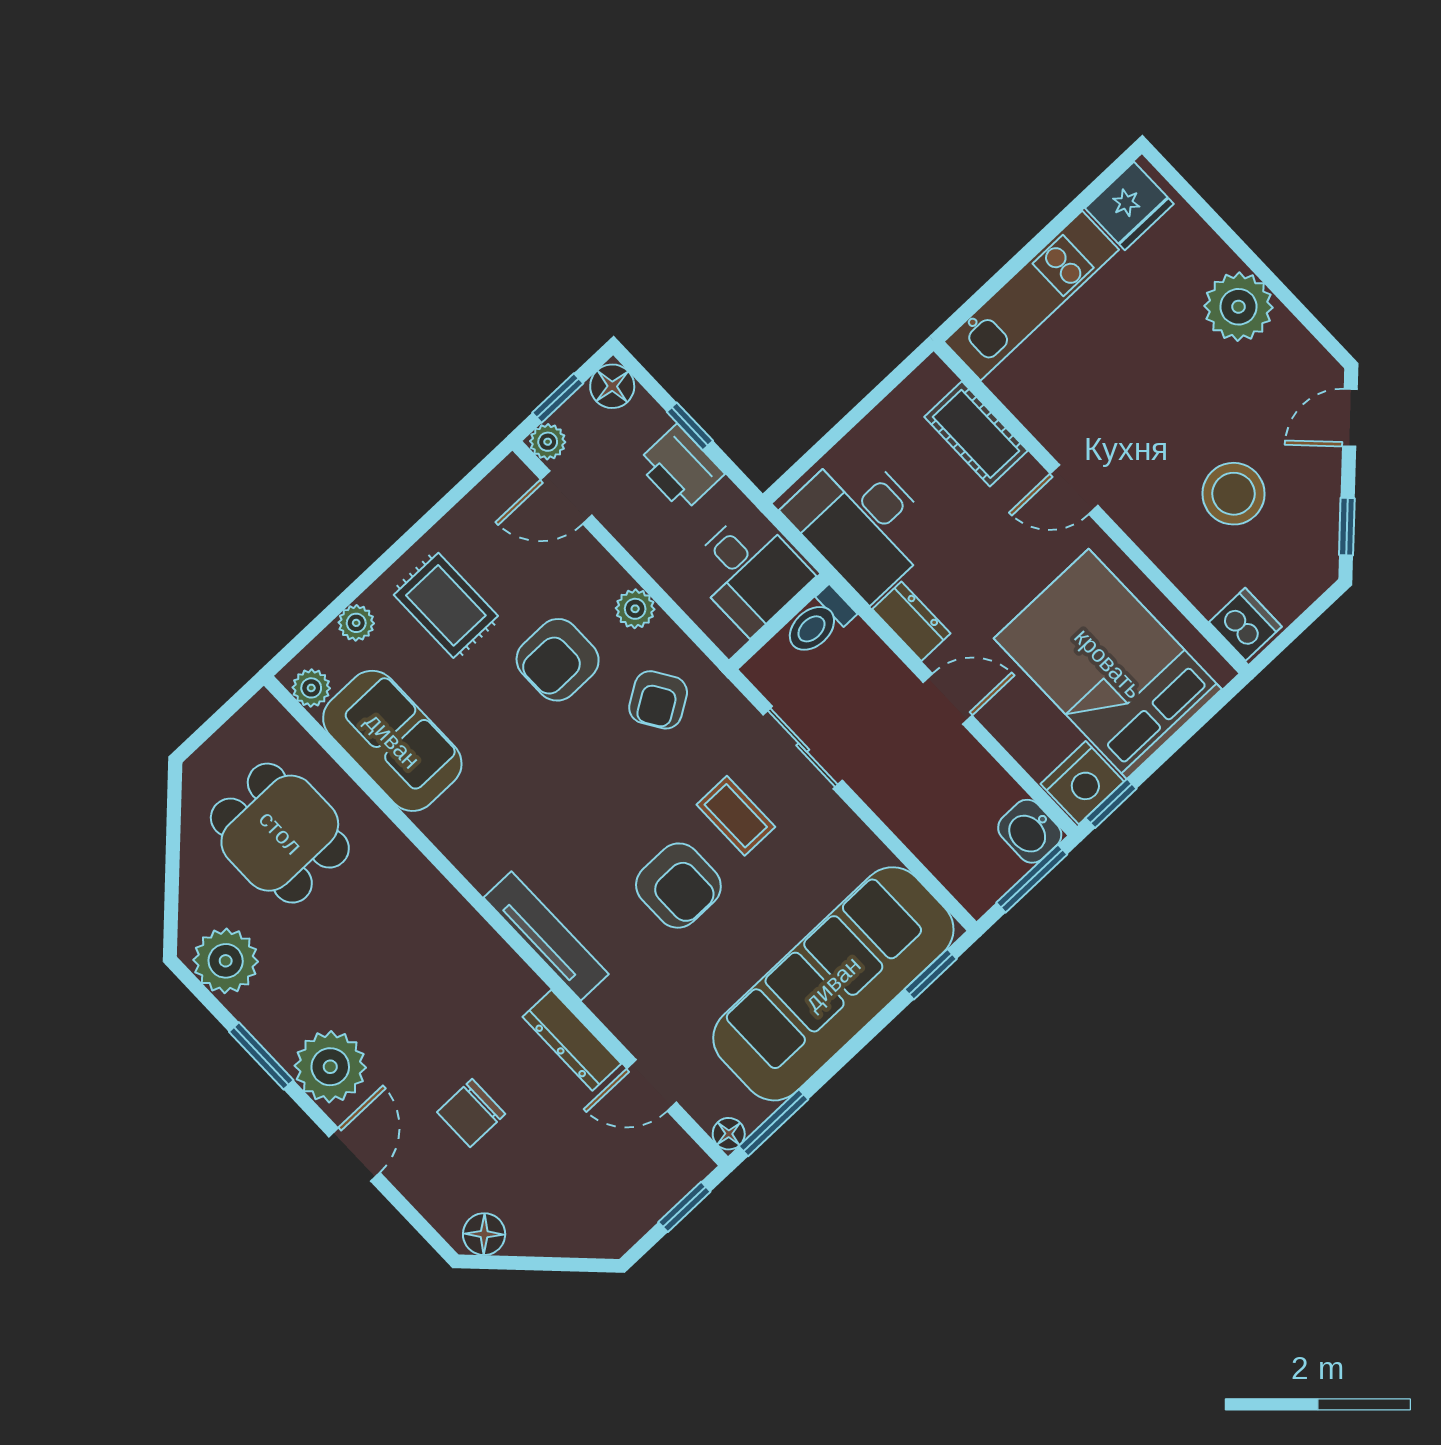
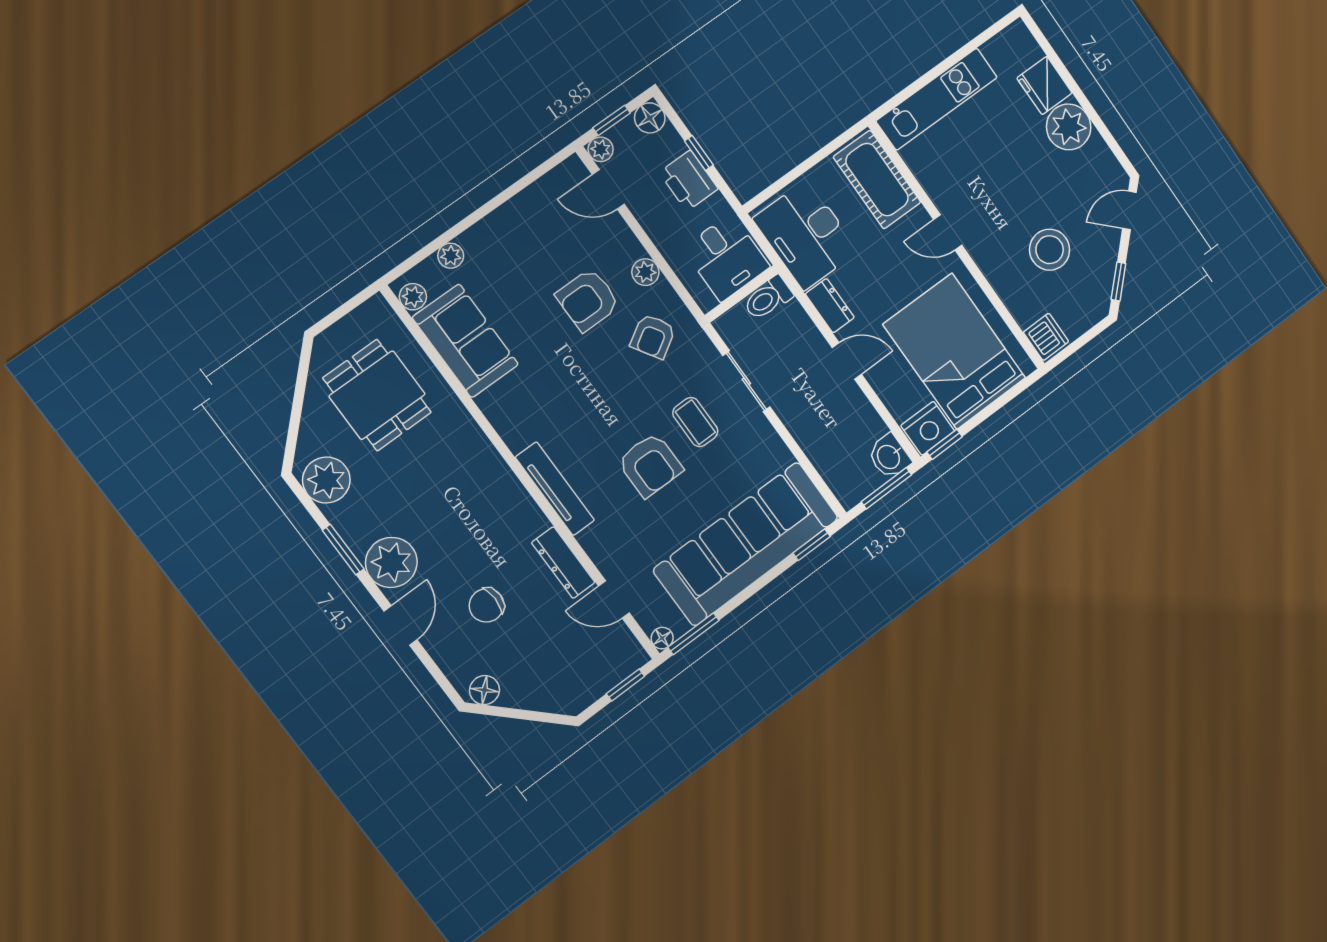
fridge: (1129, 206) -> (1044, 86), moved, turned 90
cot: (976, 434) -> (877, 180), width x1.37, depth x1.34
rug: (446, 605) -> (515, 252), removed

